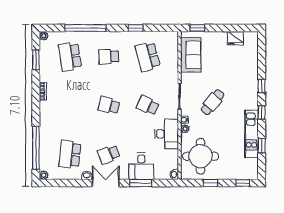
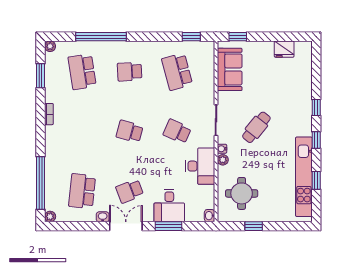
window: (135, 28) -> (191, 37), moved
kitchen unit: (251, 134) -> (304, 177), width x1.36
round table: (201, 156) -> (242, 193), width x0.73, depth x0.73
window: (243, 183) -> (293, 226), removed

